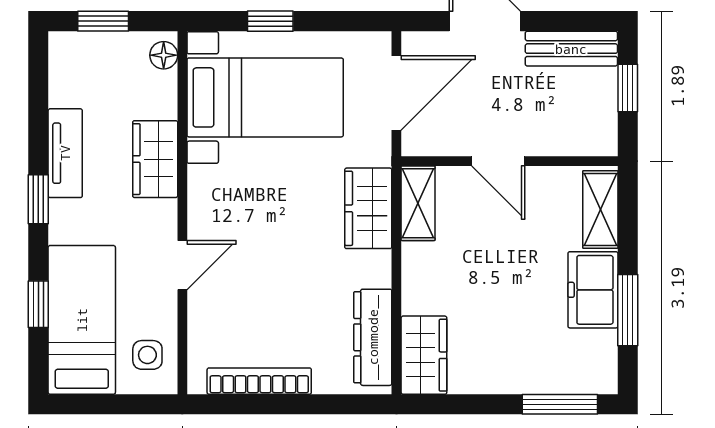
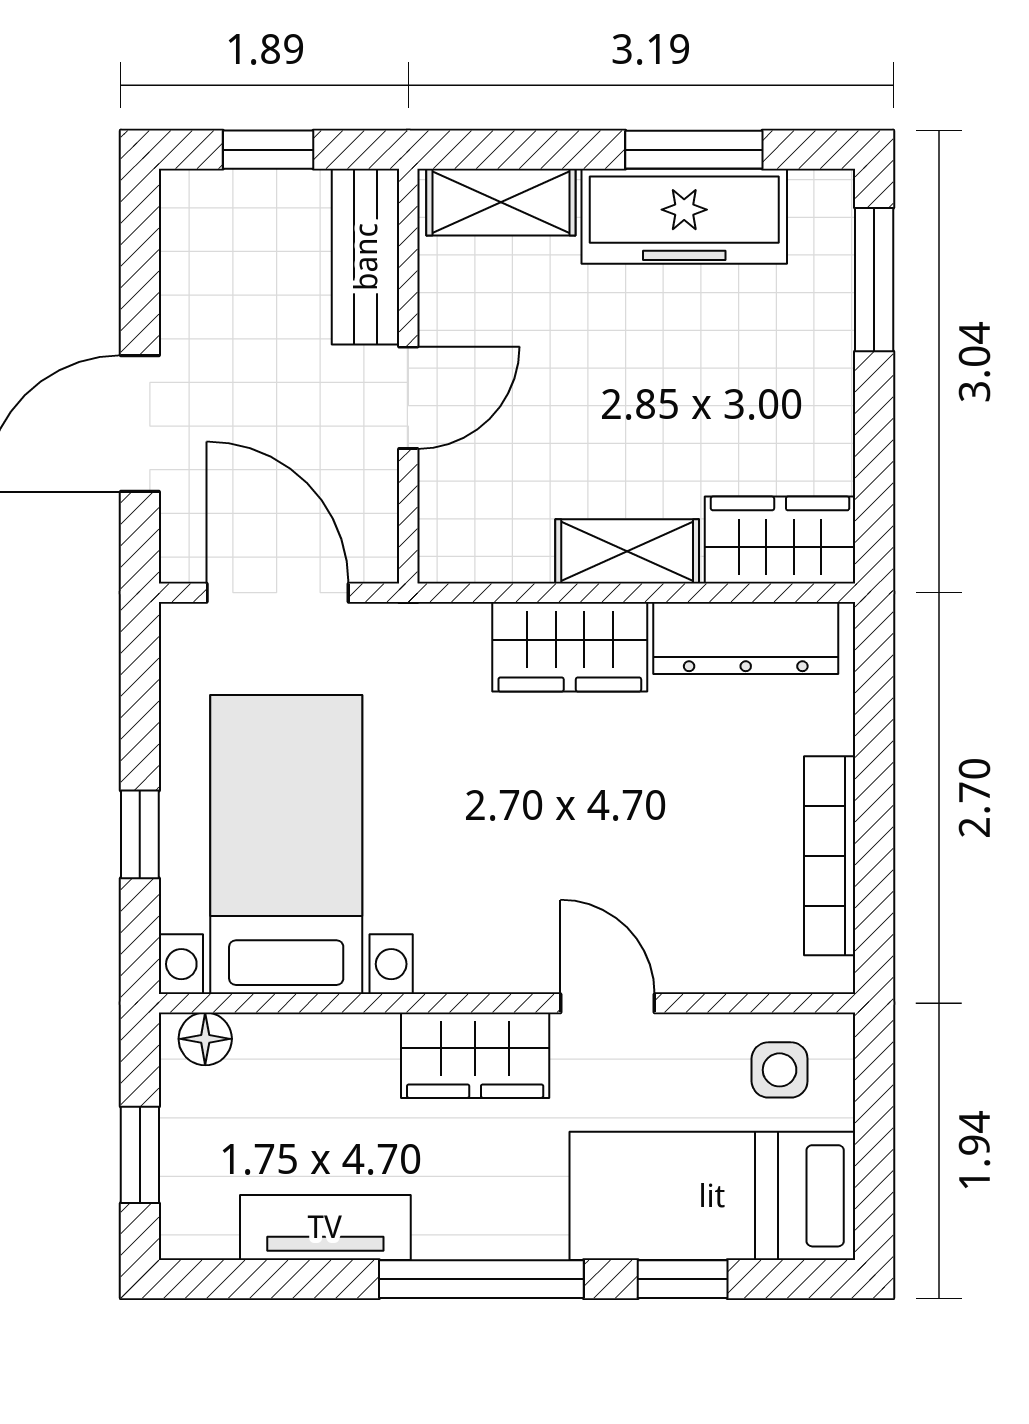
bench: (571, 49) -> (366, 257), moved
tv unit: (65, 153) -> (325, 1227), moved
wardrobe: (155, 159) -> (475, 1055), moved
window: (38, 199) -> (481, 1279), width x2.17
shelving: (418, 203) -> (627, 551), moved
wardrobe: (368, 208) -> (570, 647), moved
freezer: (593, 290) -> (684, 216), width x1.40

